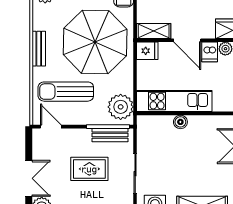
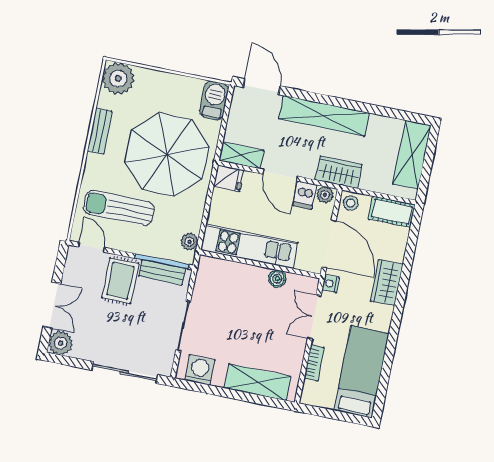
bench: (39, 49) -> (100, 131), moved
plant: (121, 107) -> (189, 242), width x0.53, depth x0.53
boiler: (180, 122) -> (277, 279), moved
rug: (89, 169) -> (120, 281), moved, turned 90

